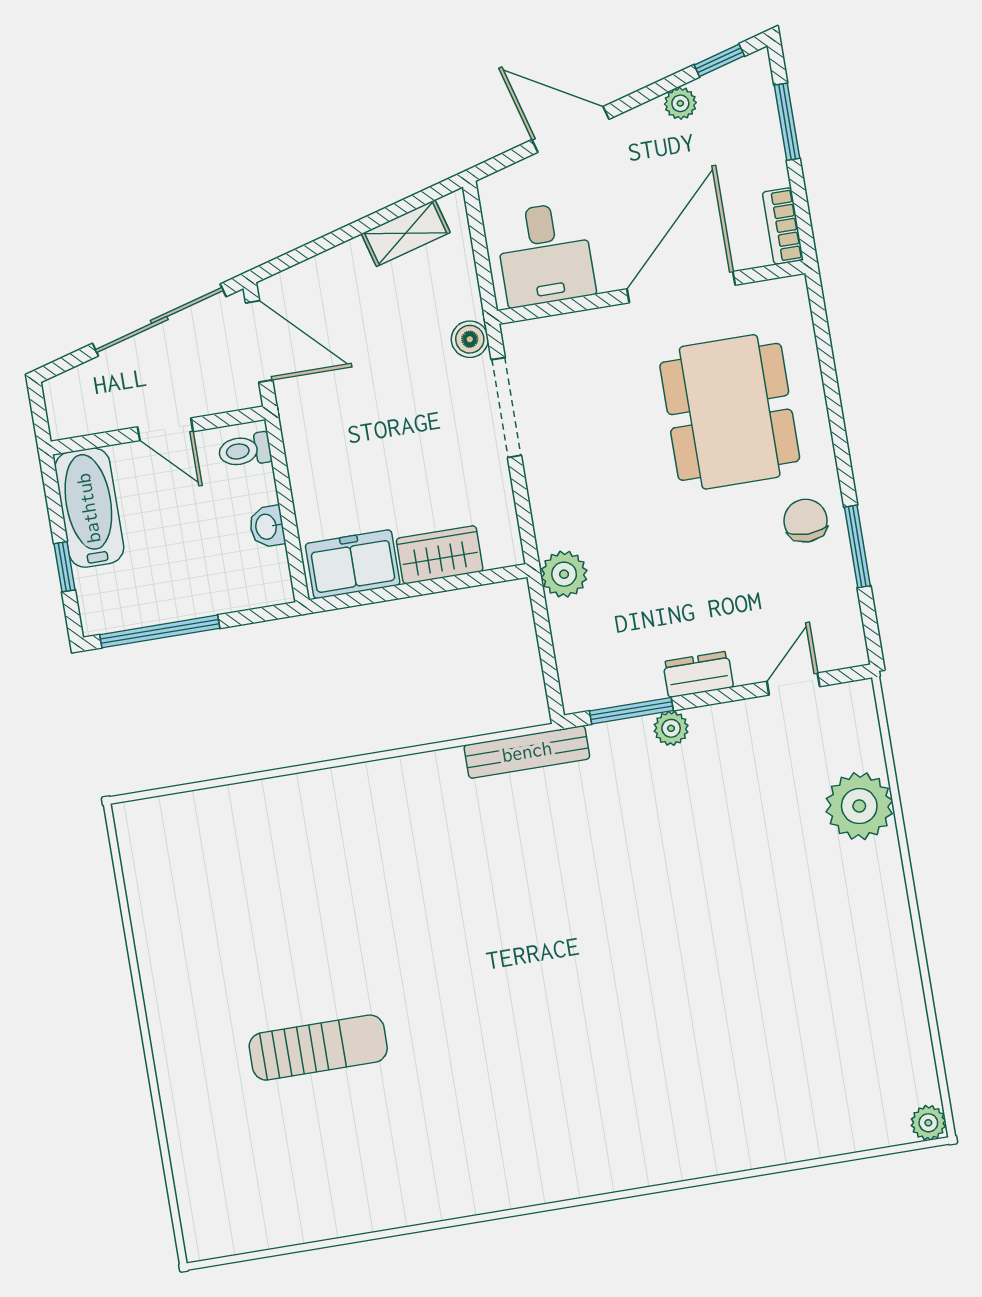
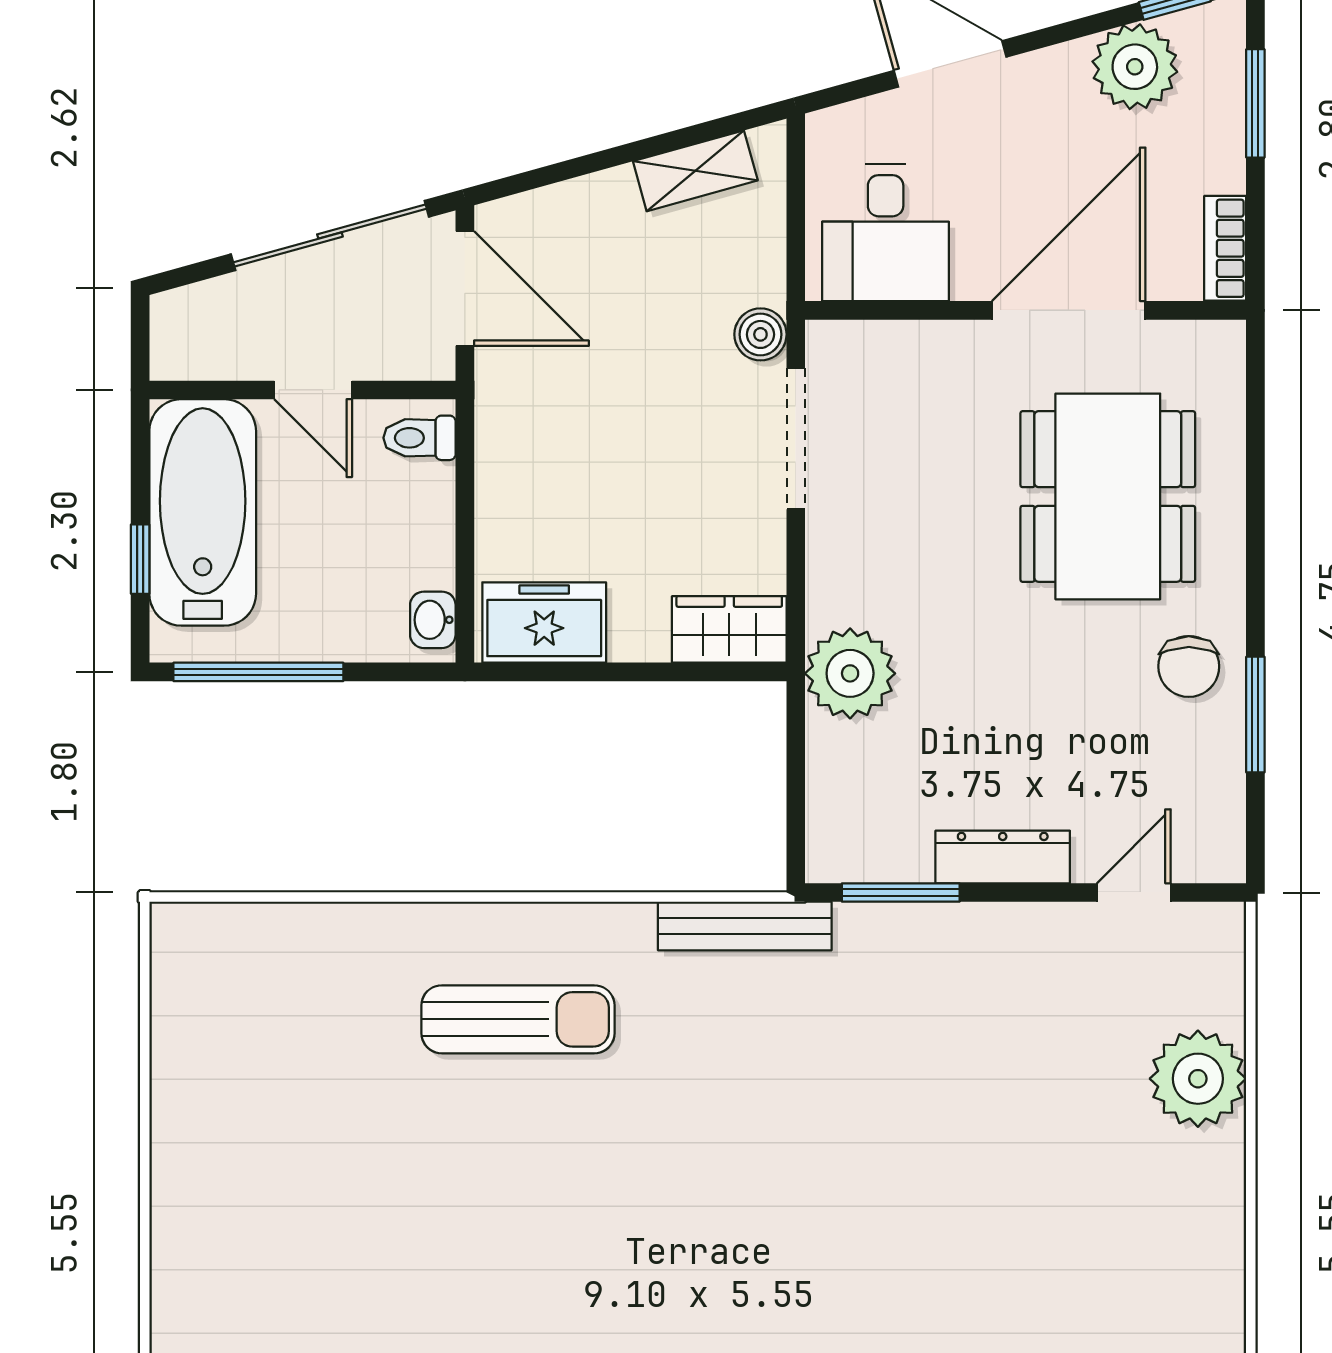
plant: (680, 103) -> (1135, 67), width x1.88, depth x1.88
bathtub: (89, 508) -> (203, 512), width x1.36, depth x1.36
chair: (806, 521) -> (1189, 666), turned 180
washbasin: (267, 527) -> (433, 620), moved
wardrobe: (440, 555) -> (729, 629), moved
plant: (564, 574) -> (850, 673), width x1.36, depth x1.36
dresser: (698, 674) -> (1003, 857), width x1.44
plant: (671, 728) -> (952, 926), removed
sun lounger: (318, 1048) -> (518, 1019), moved

